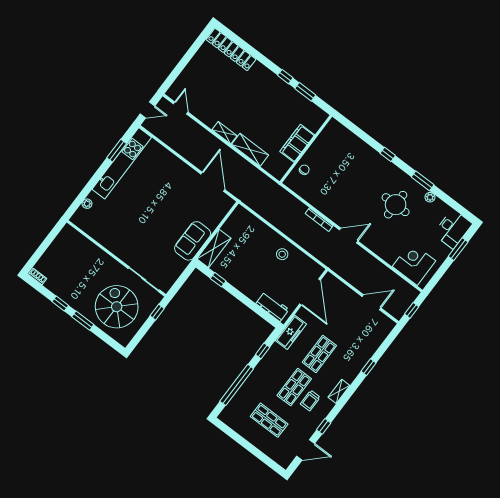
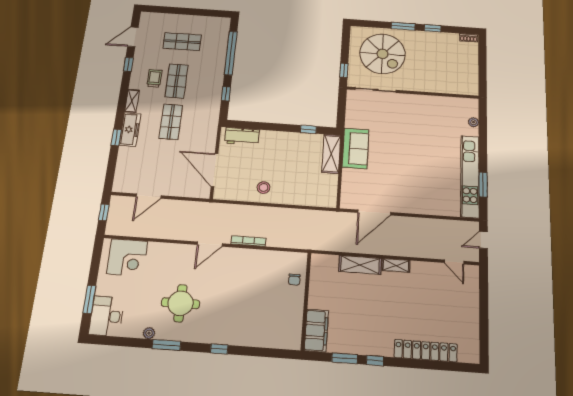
locker: (231, 49) -> (426, 351), moved
filing cabinet: (297, 143) -> (316, 331), moved
door: (213, 182) -> (374, 212), hinge flipped
freezer: (291, 332) -> (130, 130), moved, turned 180

